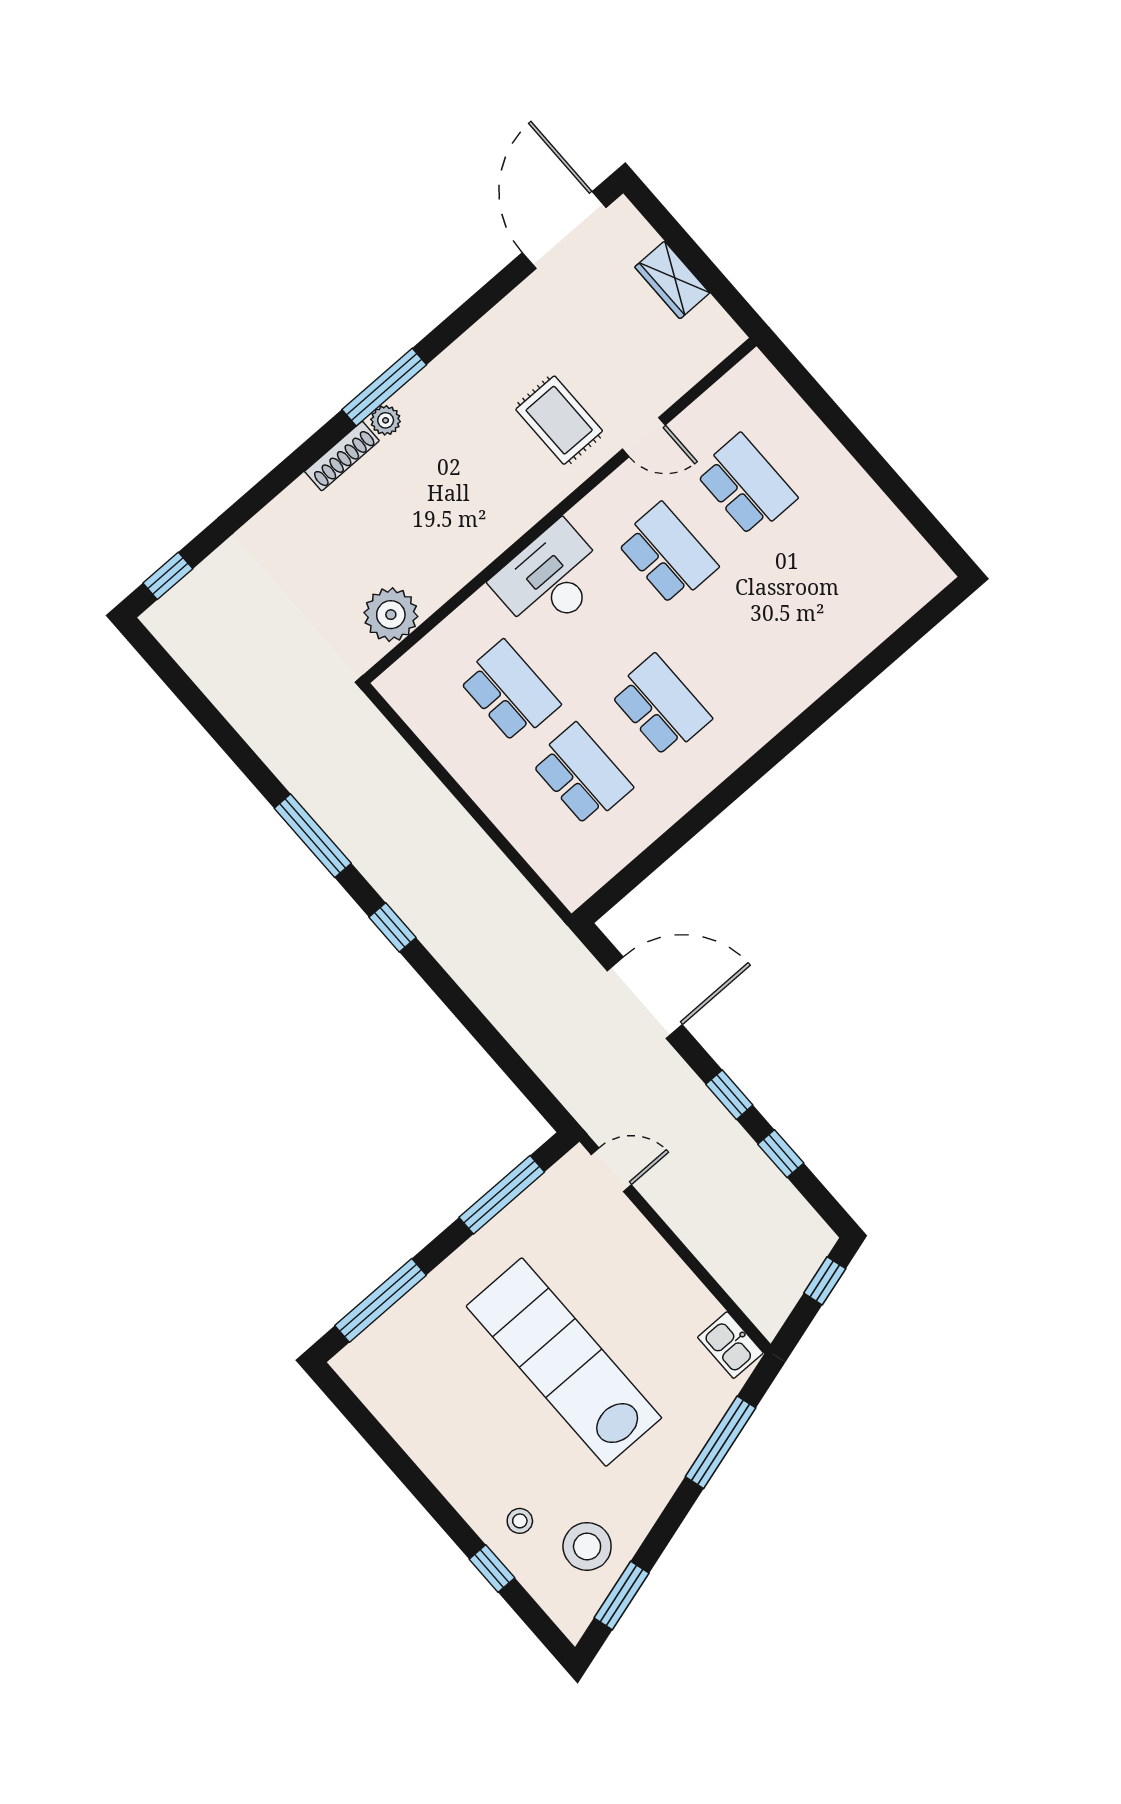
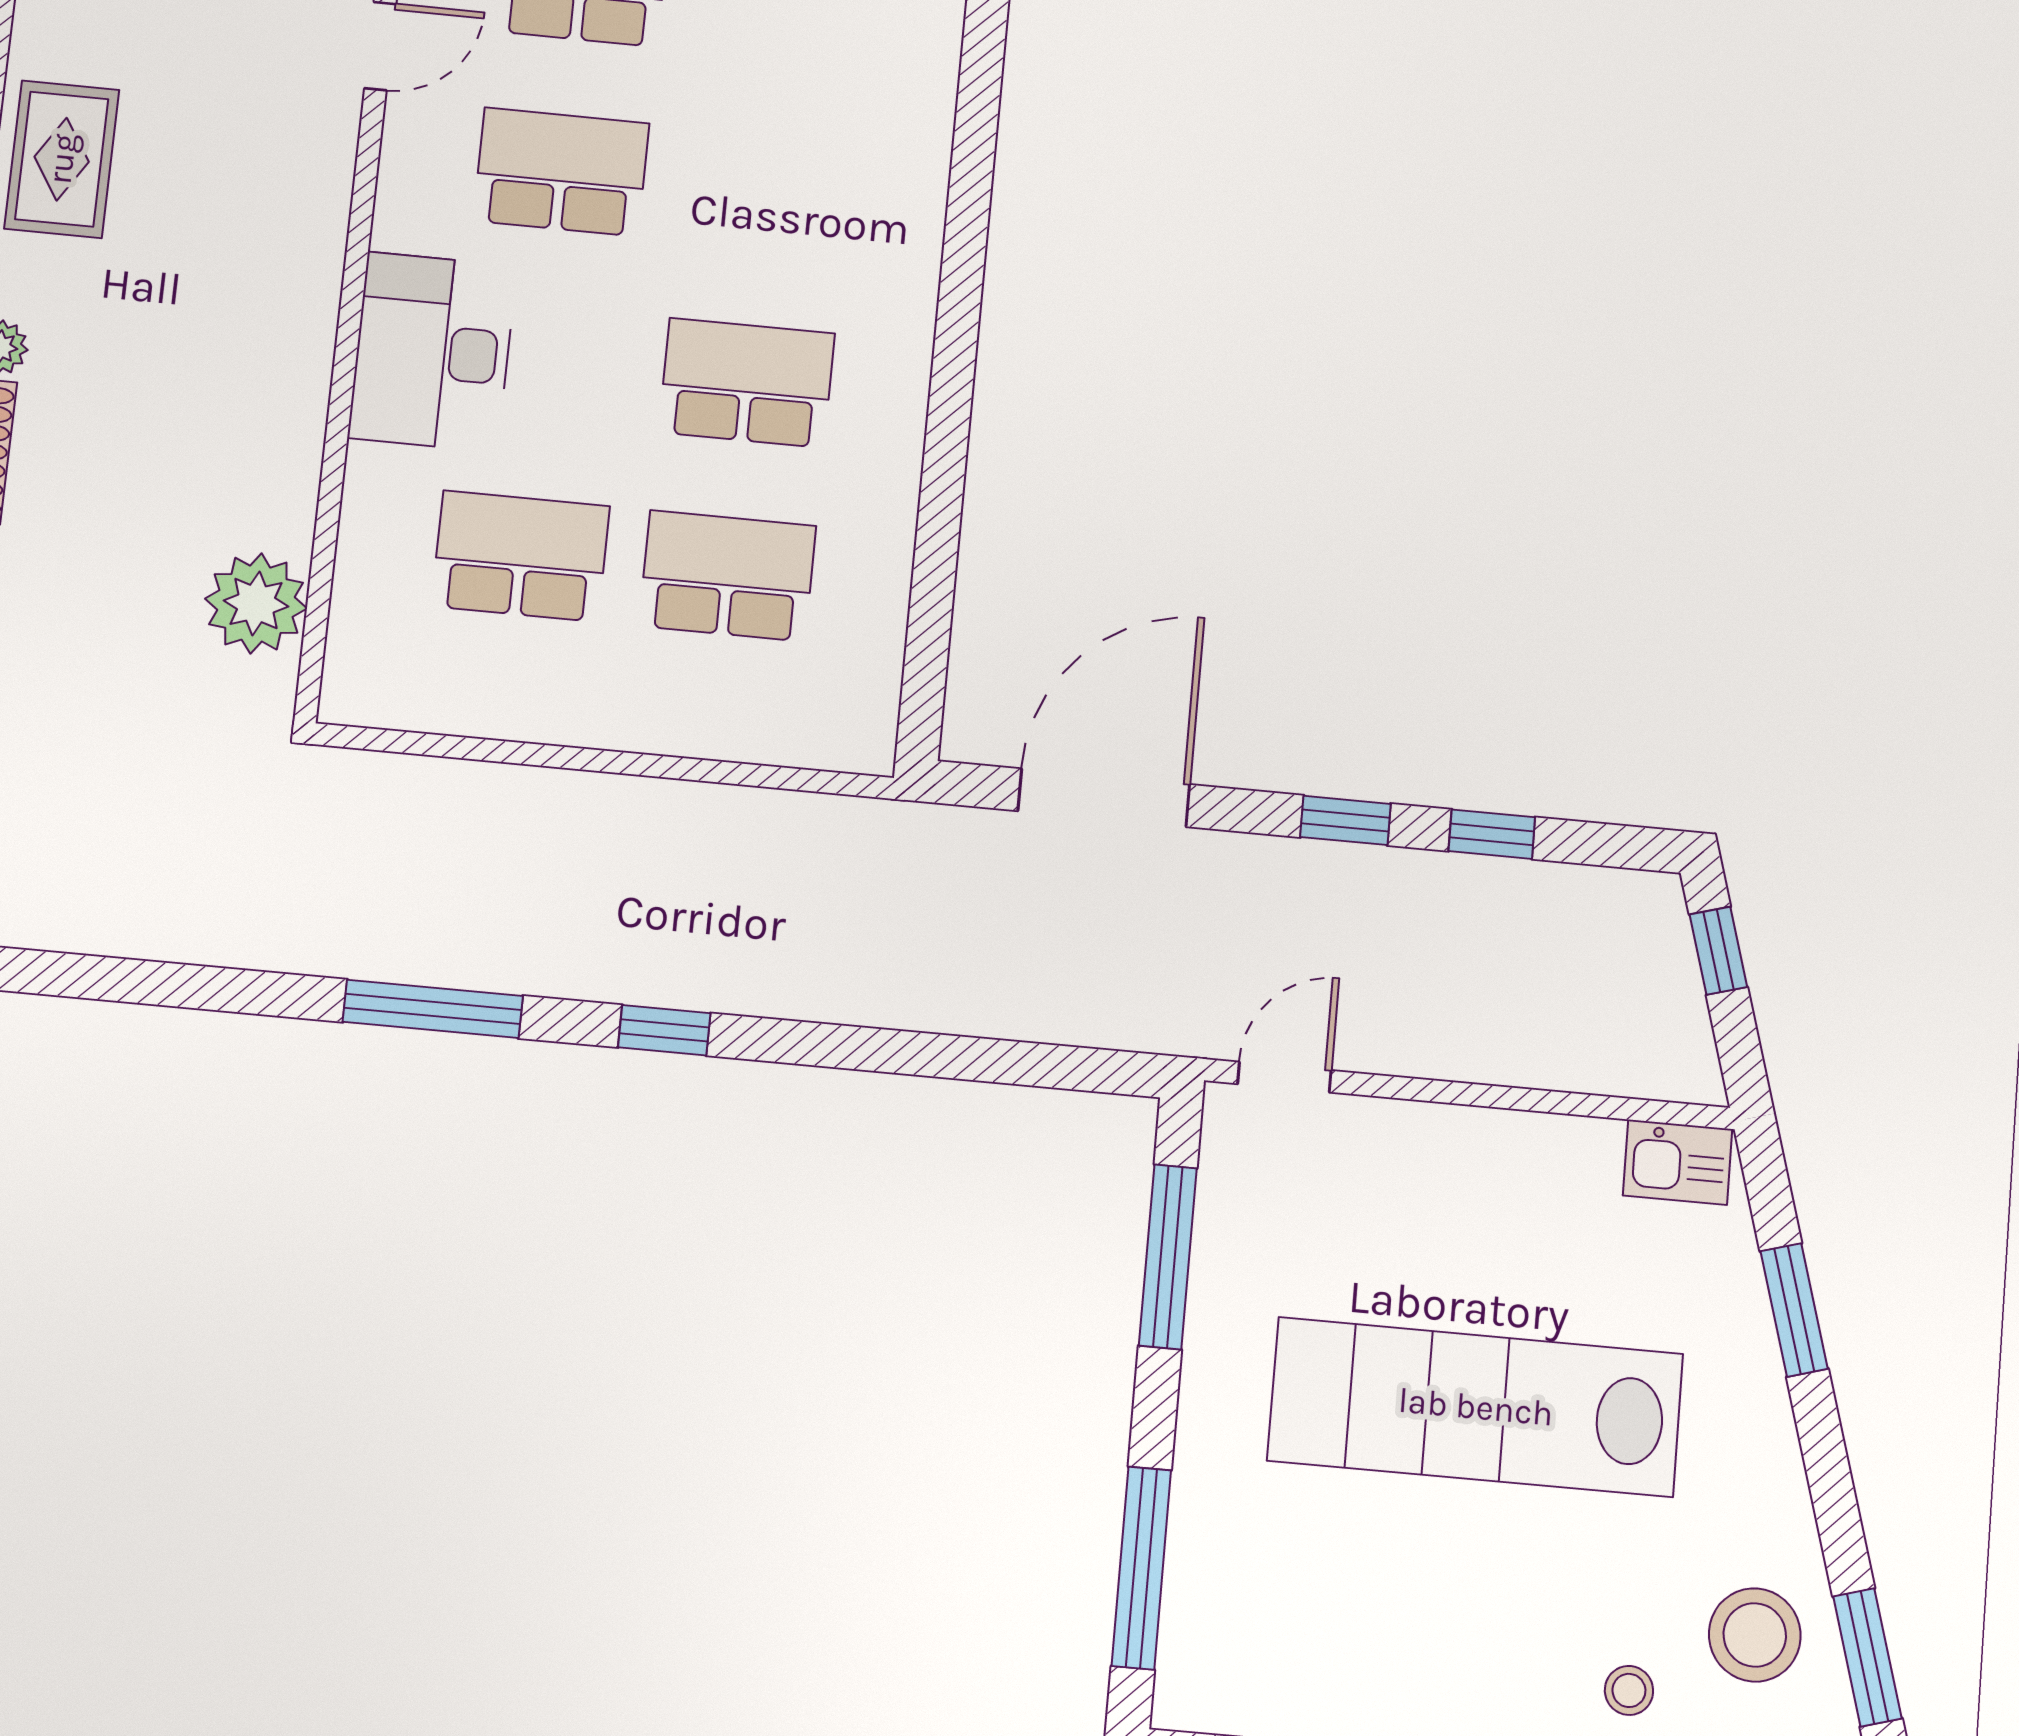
rug: (559, 420) -> (62, 159), moved, turned 90
window: (720, 1442) -> (1794, 1310), width x0.69

